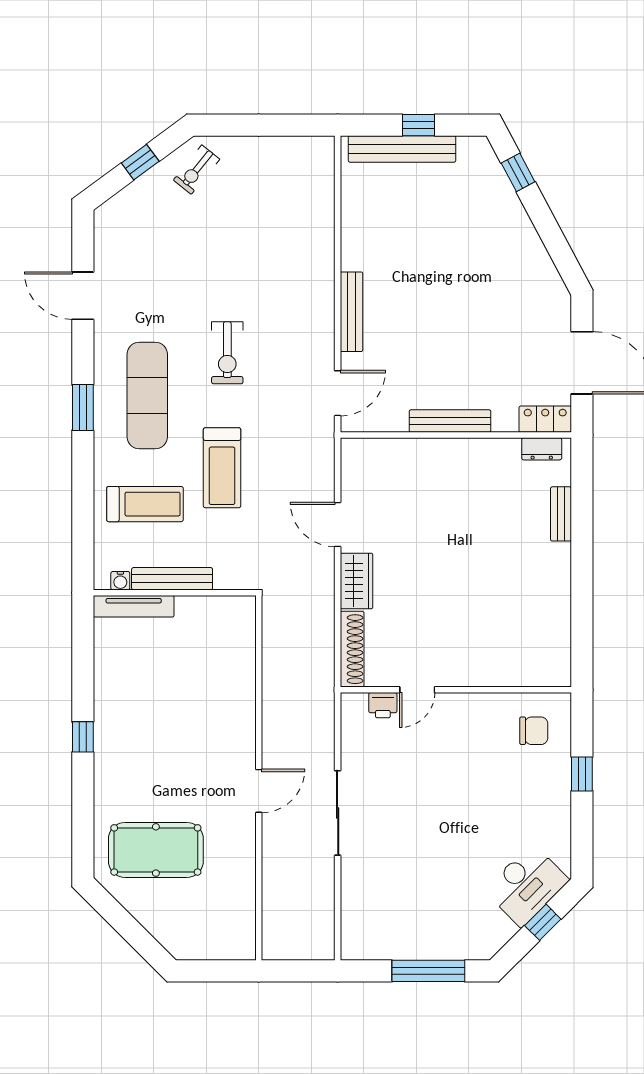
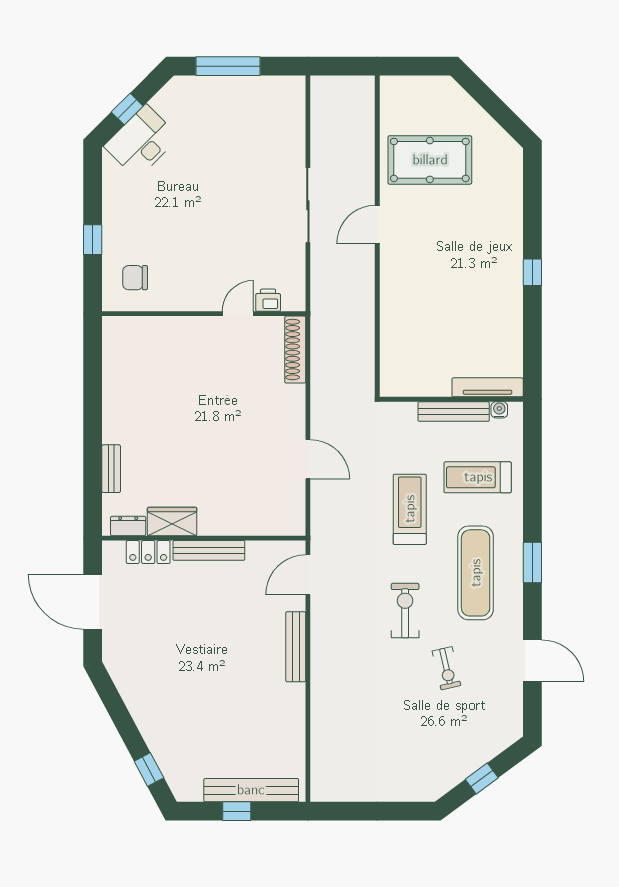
exercise bike: (197, 170) -> (446, 668), moved, turned 128
locker: (545, 419) -> (148, 552), moved
wardrobe: (356, 581) -> (172, 522), moved, turned 90
pool table: (156, 850) -> (430, 160), moved

